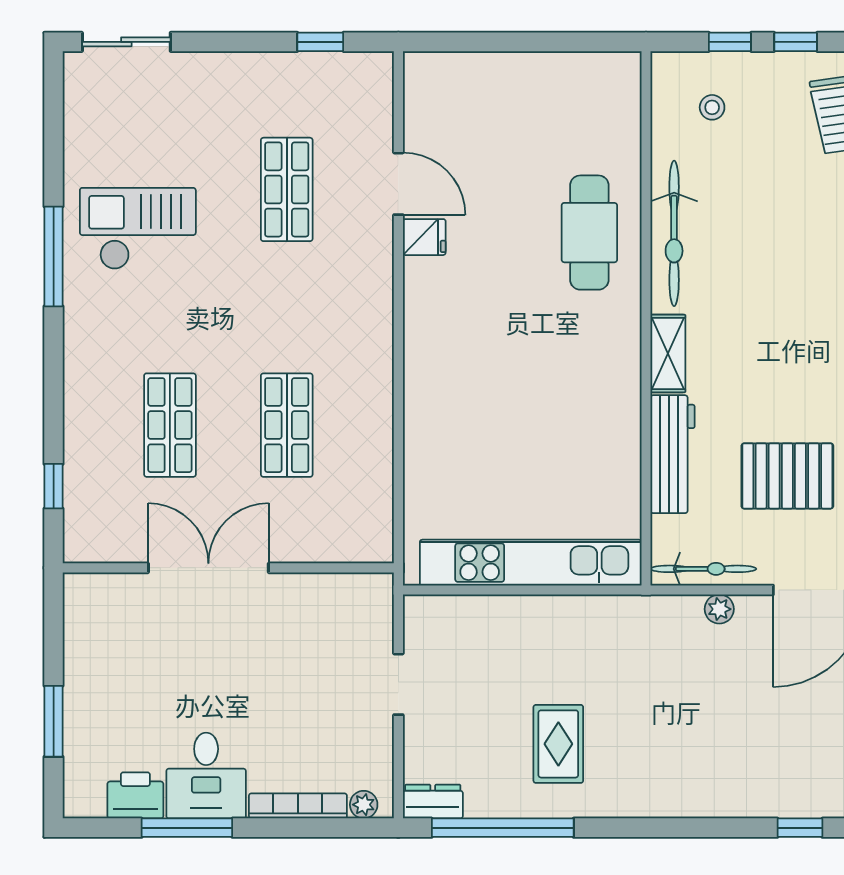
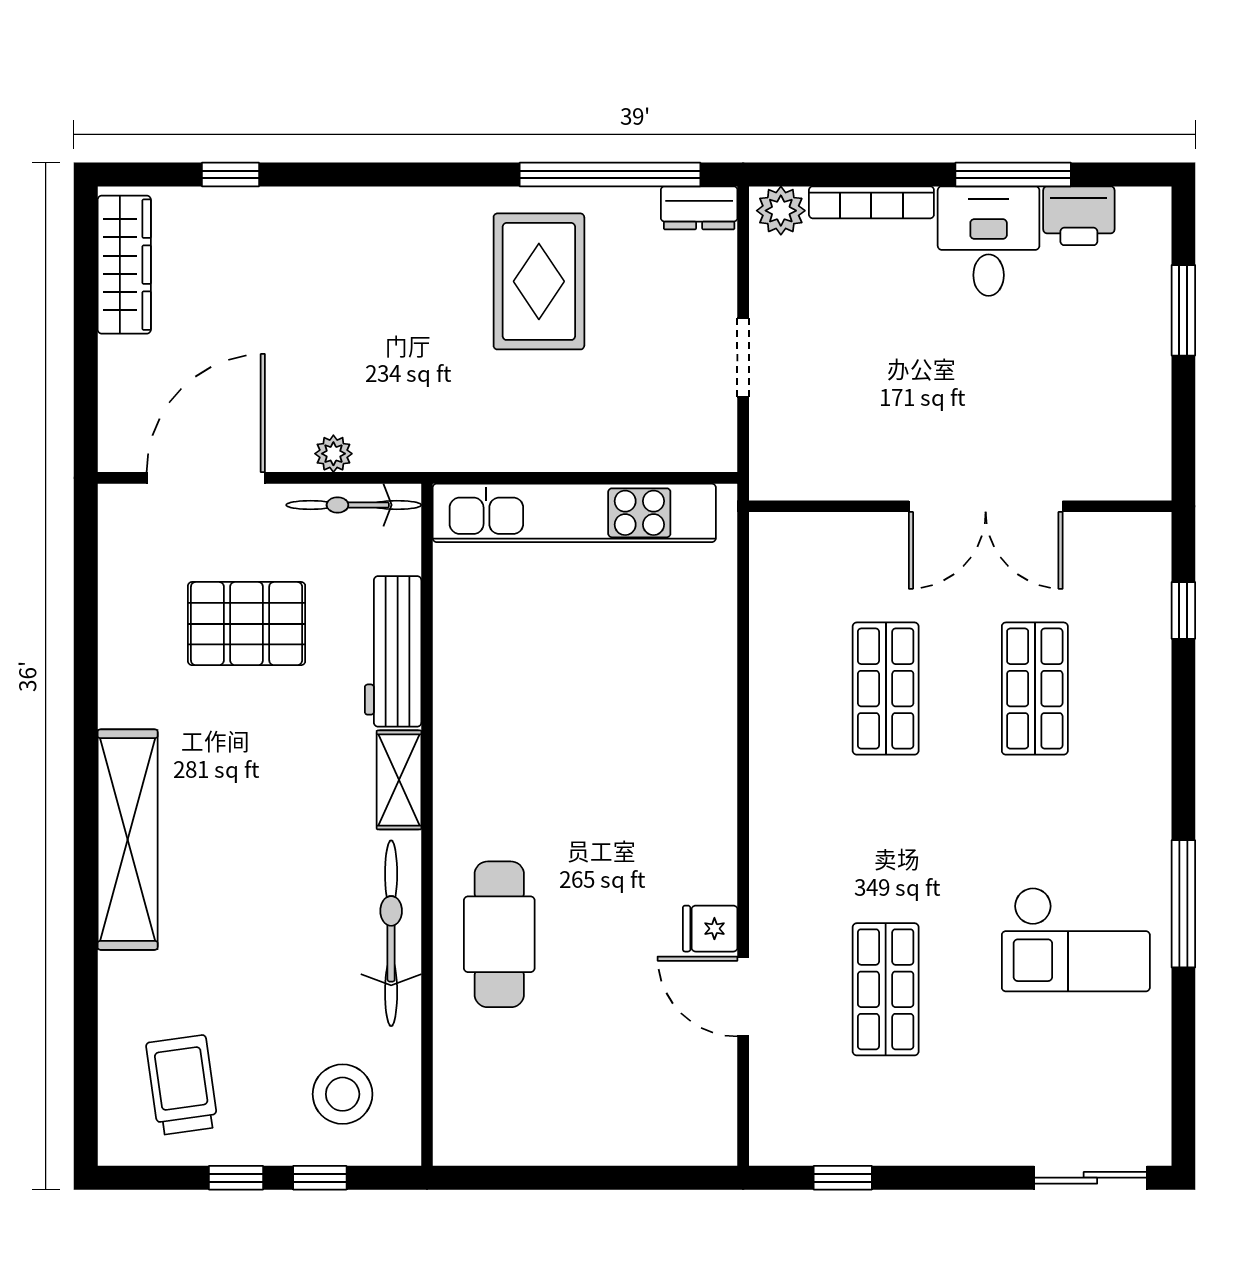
stool: (712, 107) -> (343, 1094), width x1.89, depth x1.89
rug: (558, 744) -> (539, 281), width x1.36, depth x1.43
plant: (364, 805) -> (781, 211), width x1.38, depth x1.38

